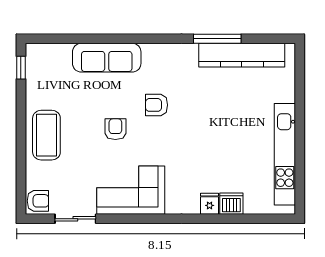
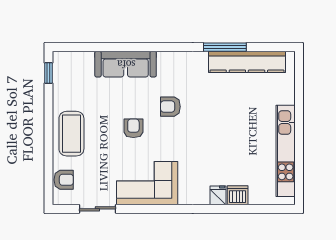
armchair: (38, 201) -> (64, 180), moved

